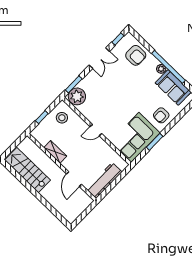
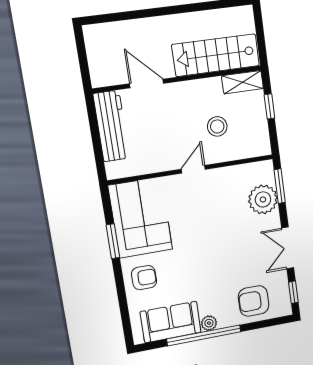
plant: (77, 96) -> (263, 199), moved
armchair: (161, 115) -> (144, 278), turned 90
stool: (62, 118) -> (217, 126), moved
shelving: (55, 152) -> (242, 82), moved
stairs: (28, 170) -> (216, 55), moved, turned 180

